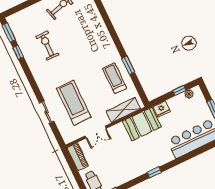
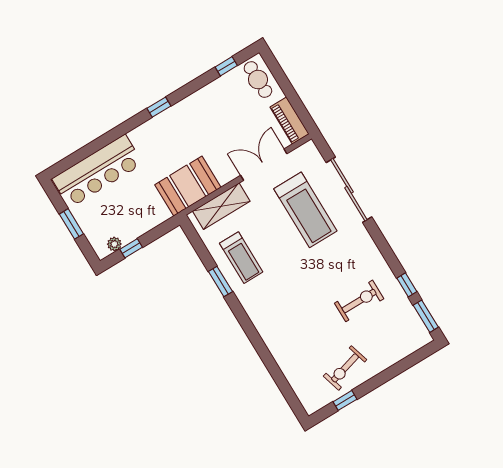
exercise bike: (47, 46) -> (359, 301), turned -90
fridge: (162, 109) -> (157, 214), removed
sliding door: (47, 112) -> (349, 190), width x1.86
double door: (96, 132) -> (264, 165), width x1.37

